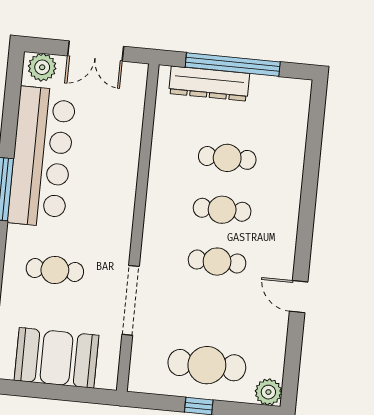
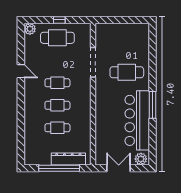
cafe table: (55, 270) -> (127, 72), width x1.37, depth x1.35
booth: (56, 358) -> (122, 35), removed

